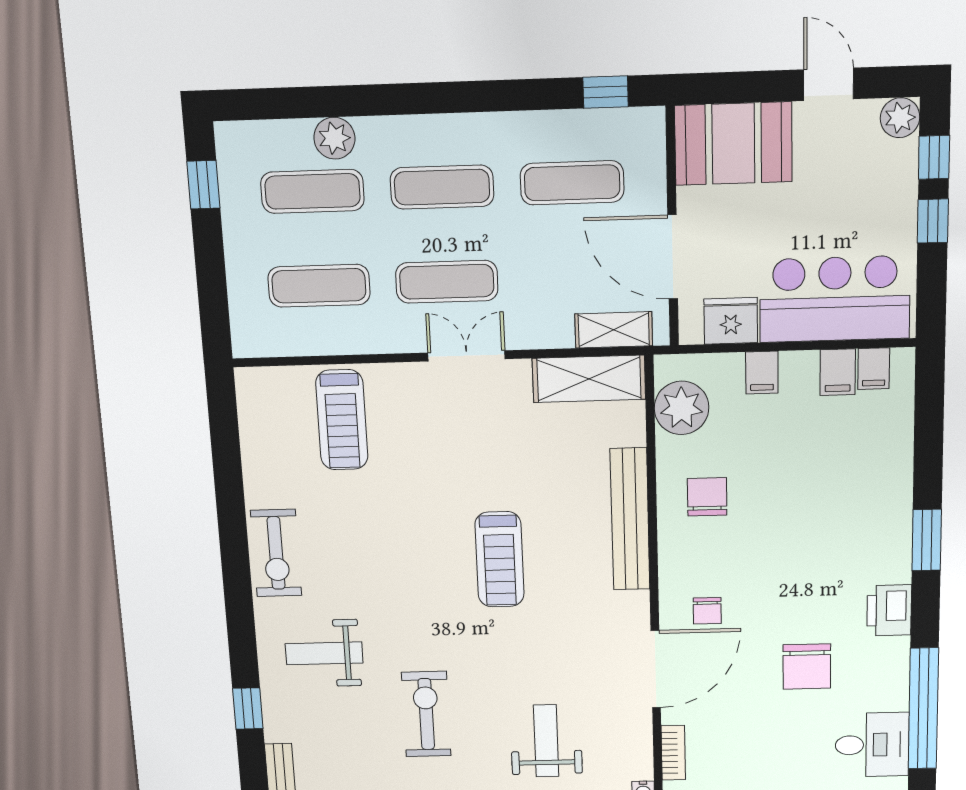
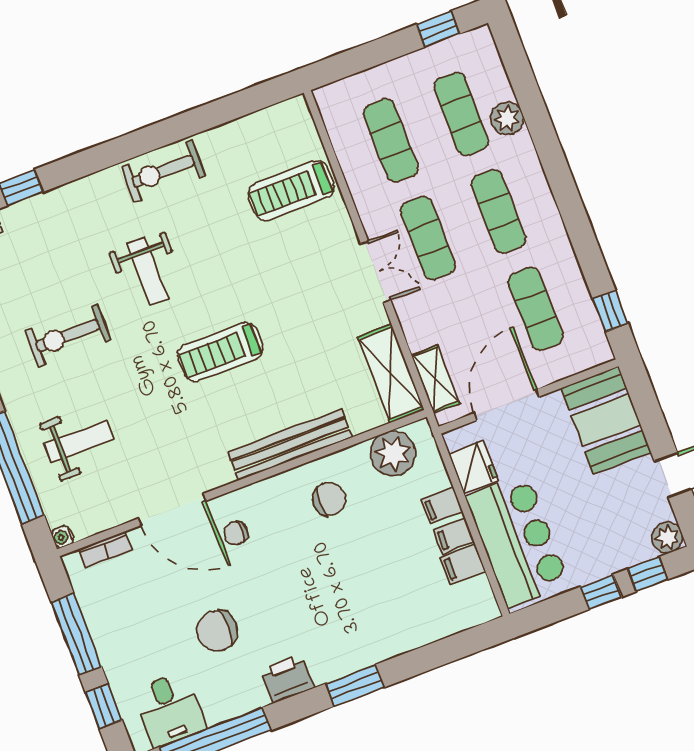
filing cabinet: (874, 369) -> (454, 536), moved
weight bench: (324, 653) -> (148, 271), moved, turned 180
exercise bike: (426, 714) -> (68, 336), turned 180

